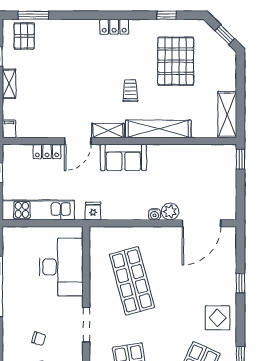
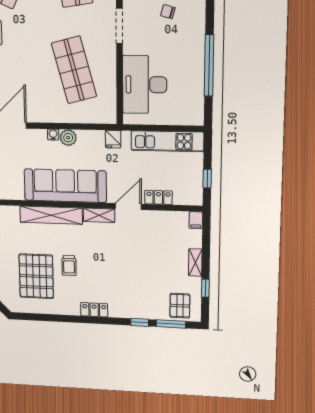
window: (167, 15) -> (140, 322), moved
trolley: (130, 91) -> (69, 265), moved
sofa: (123, 157) -> (65, 186), width x1.85, depth x1.27
plant: (170, 212) -> (68, 138), moved

